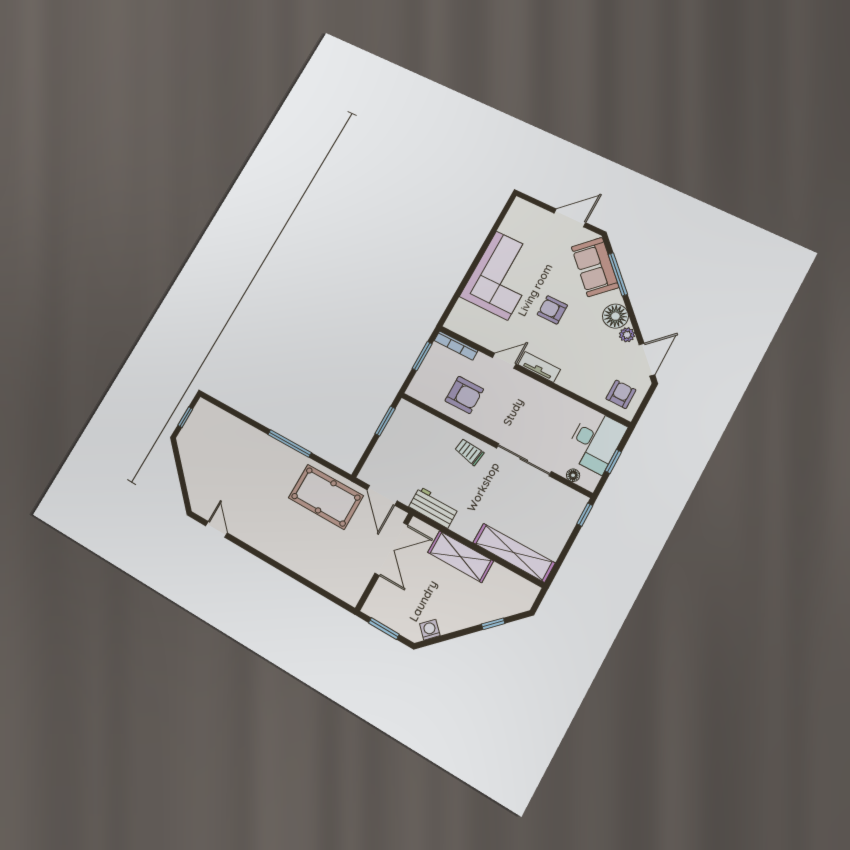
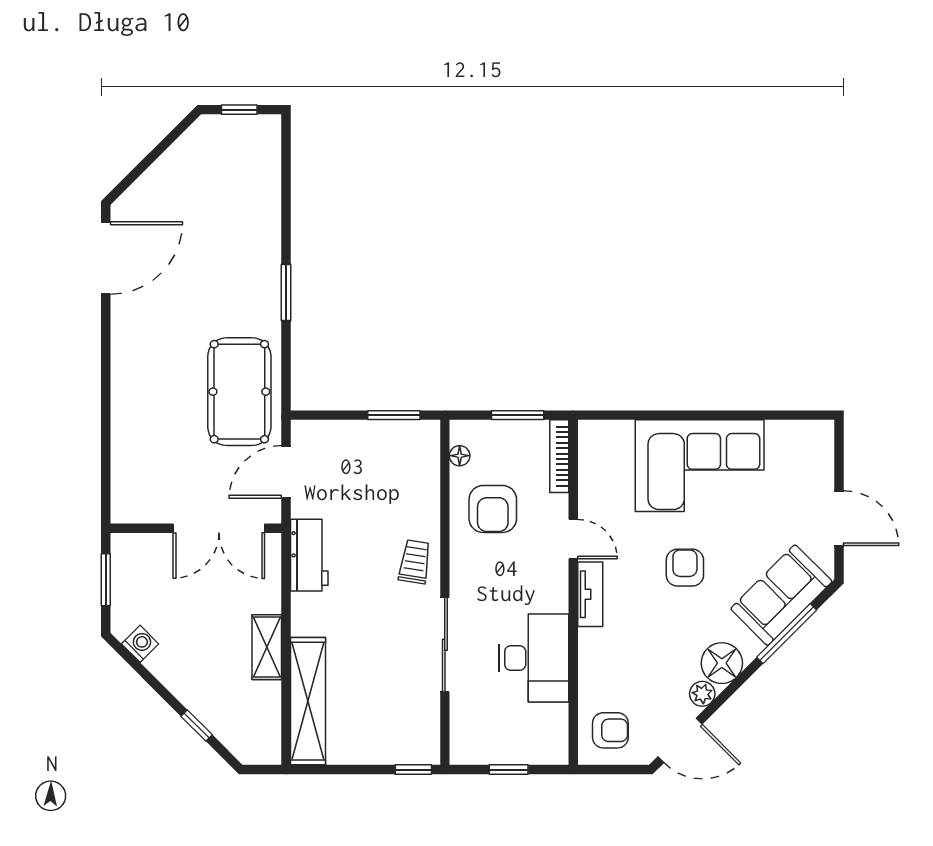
desk: (596, 441) -> (534, 658), moved, turned -90
window: (290, 444) -> (286, 293), width x0.69
floor lamp: (573, 475) -> (460, 456), moved
door: (216, 529) -> (106, 258), width x1.88
shelving: (460, 557) -> (267, 647), width x0.67, depth x0.75

